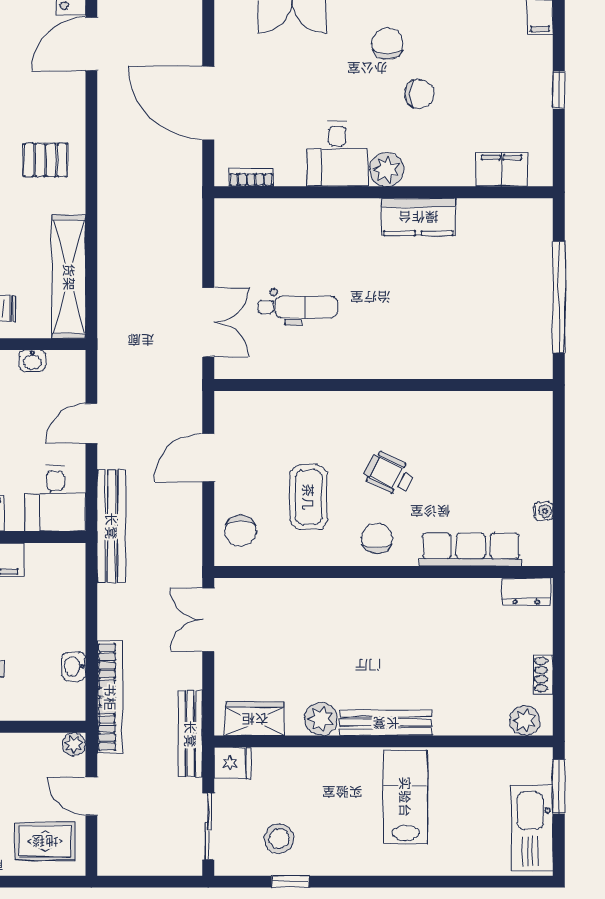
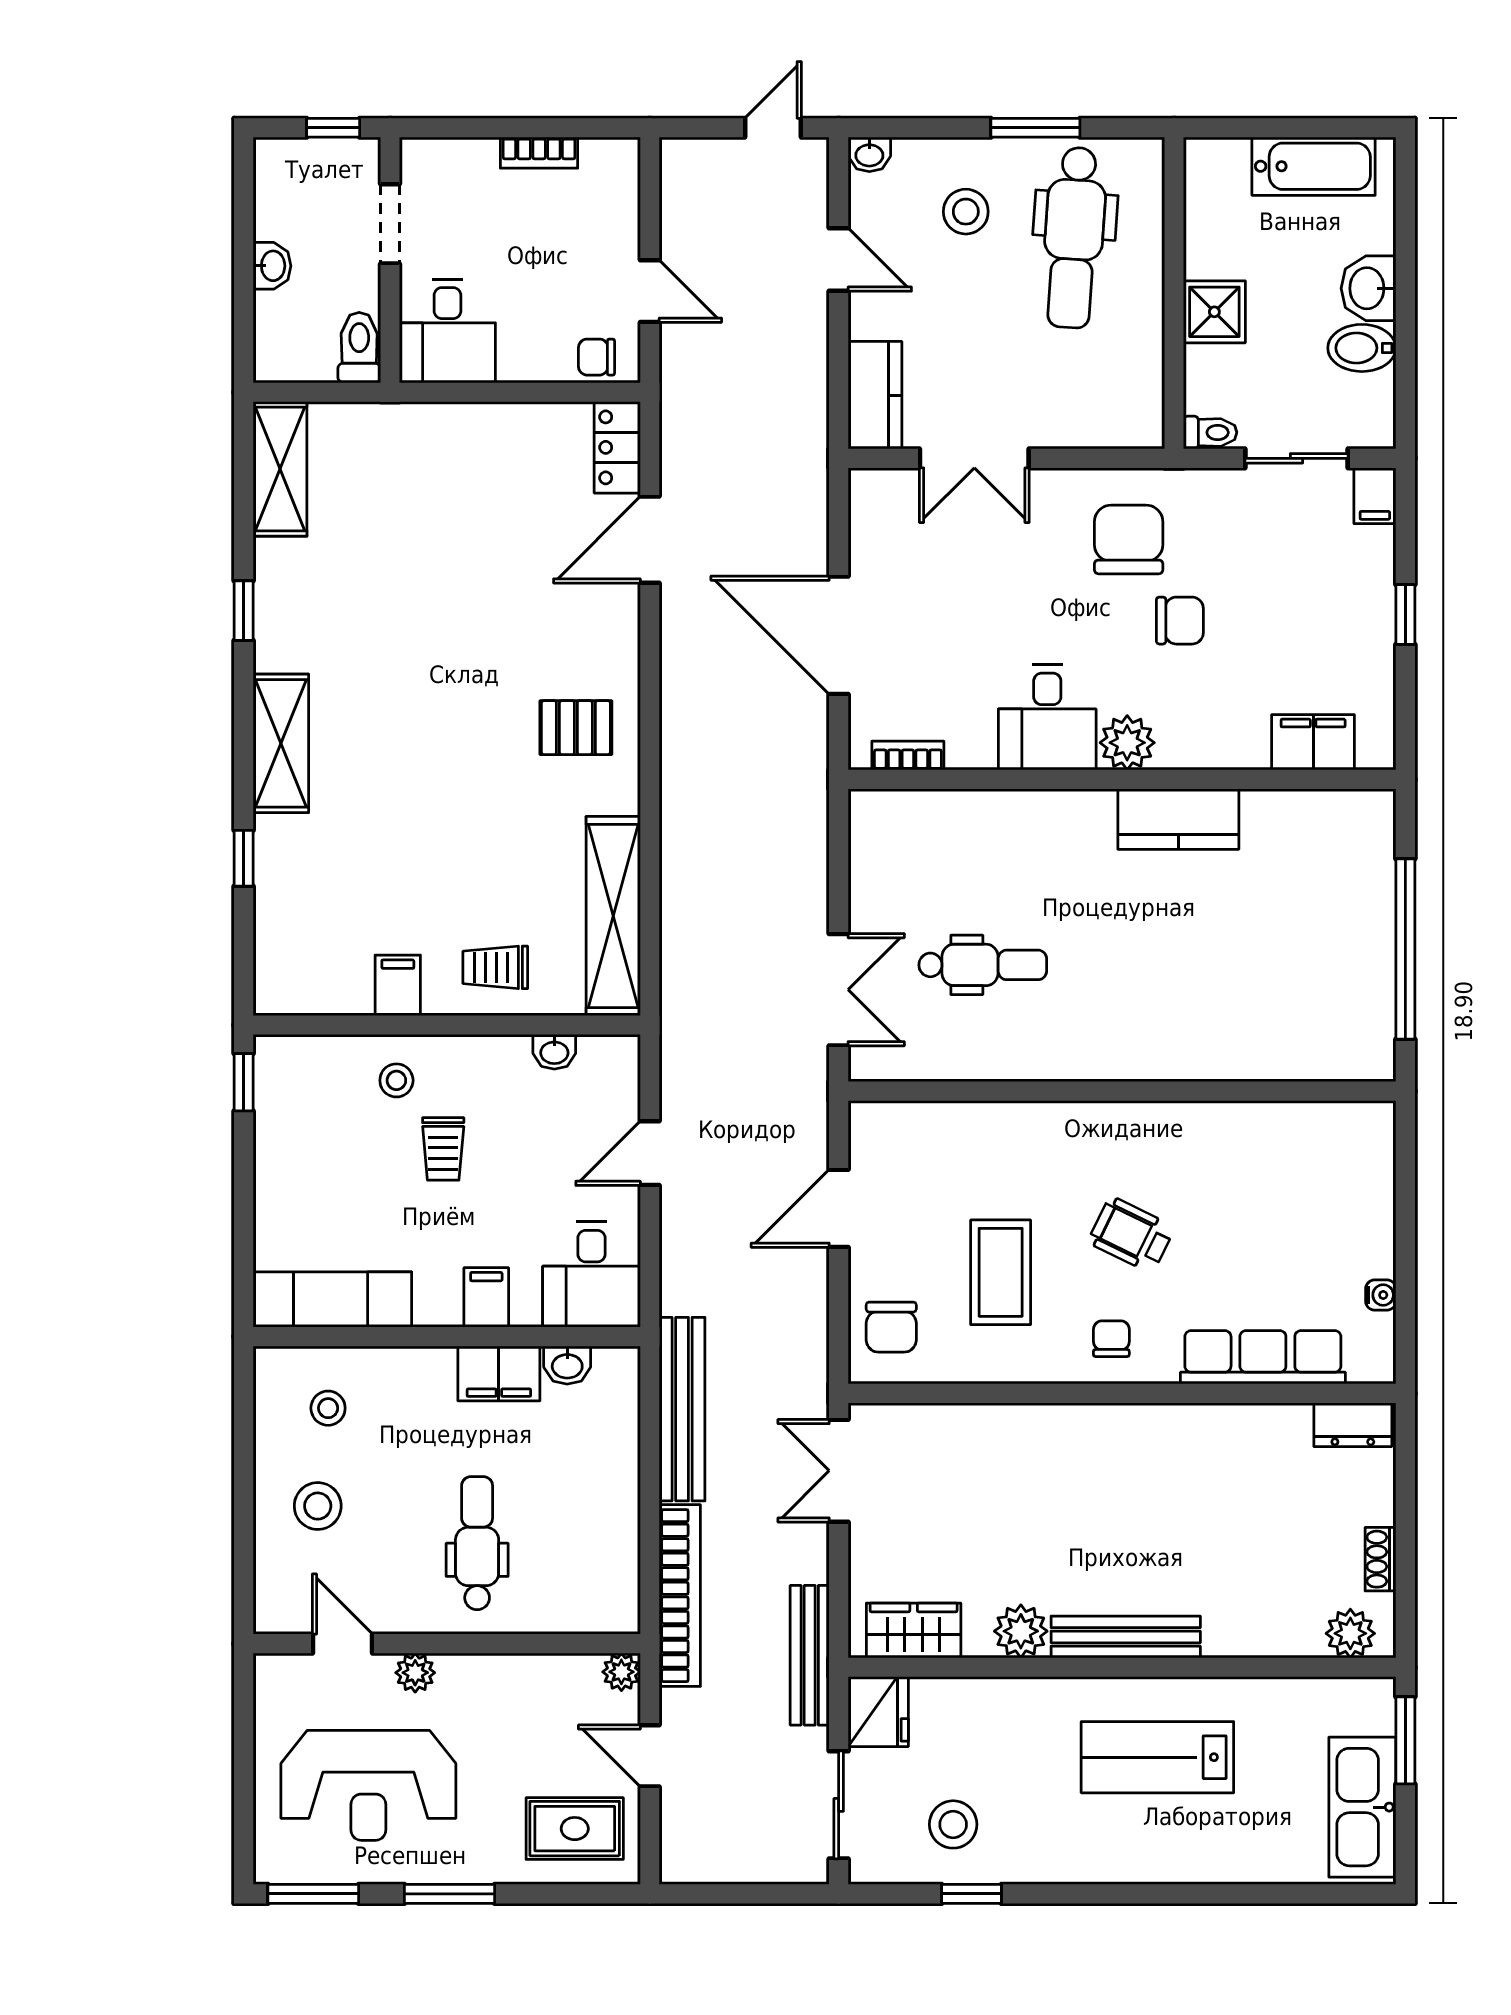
chair: (388, 44) -> (1129, 539), width x1.37, depth x1.37
bench: (111, 526) -> (682, 1409), moved
chair: (377, 538) -> (1111, 1339), width x0.73, depth x0.73
washbasin: (74, 666) -> (567, 1365), moved, turned -90
fridge: (233, 763) -> (878, 1712), width x1.38
lab bench: (405, 797) -> (1157, 1757), turned -90

